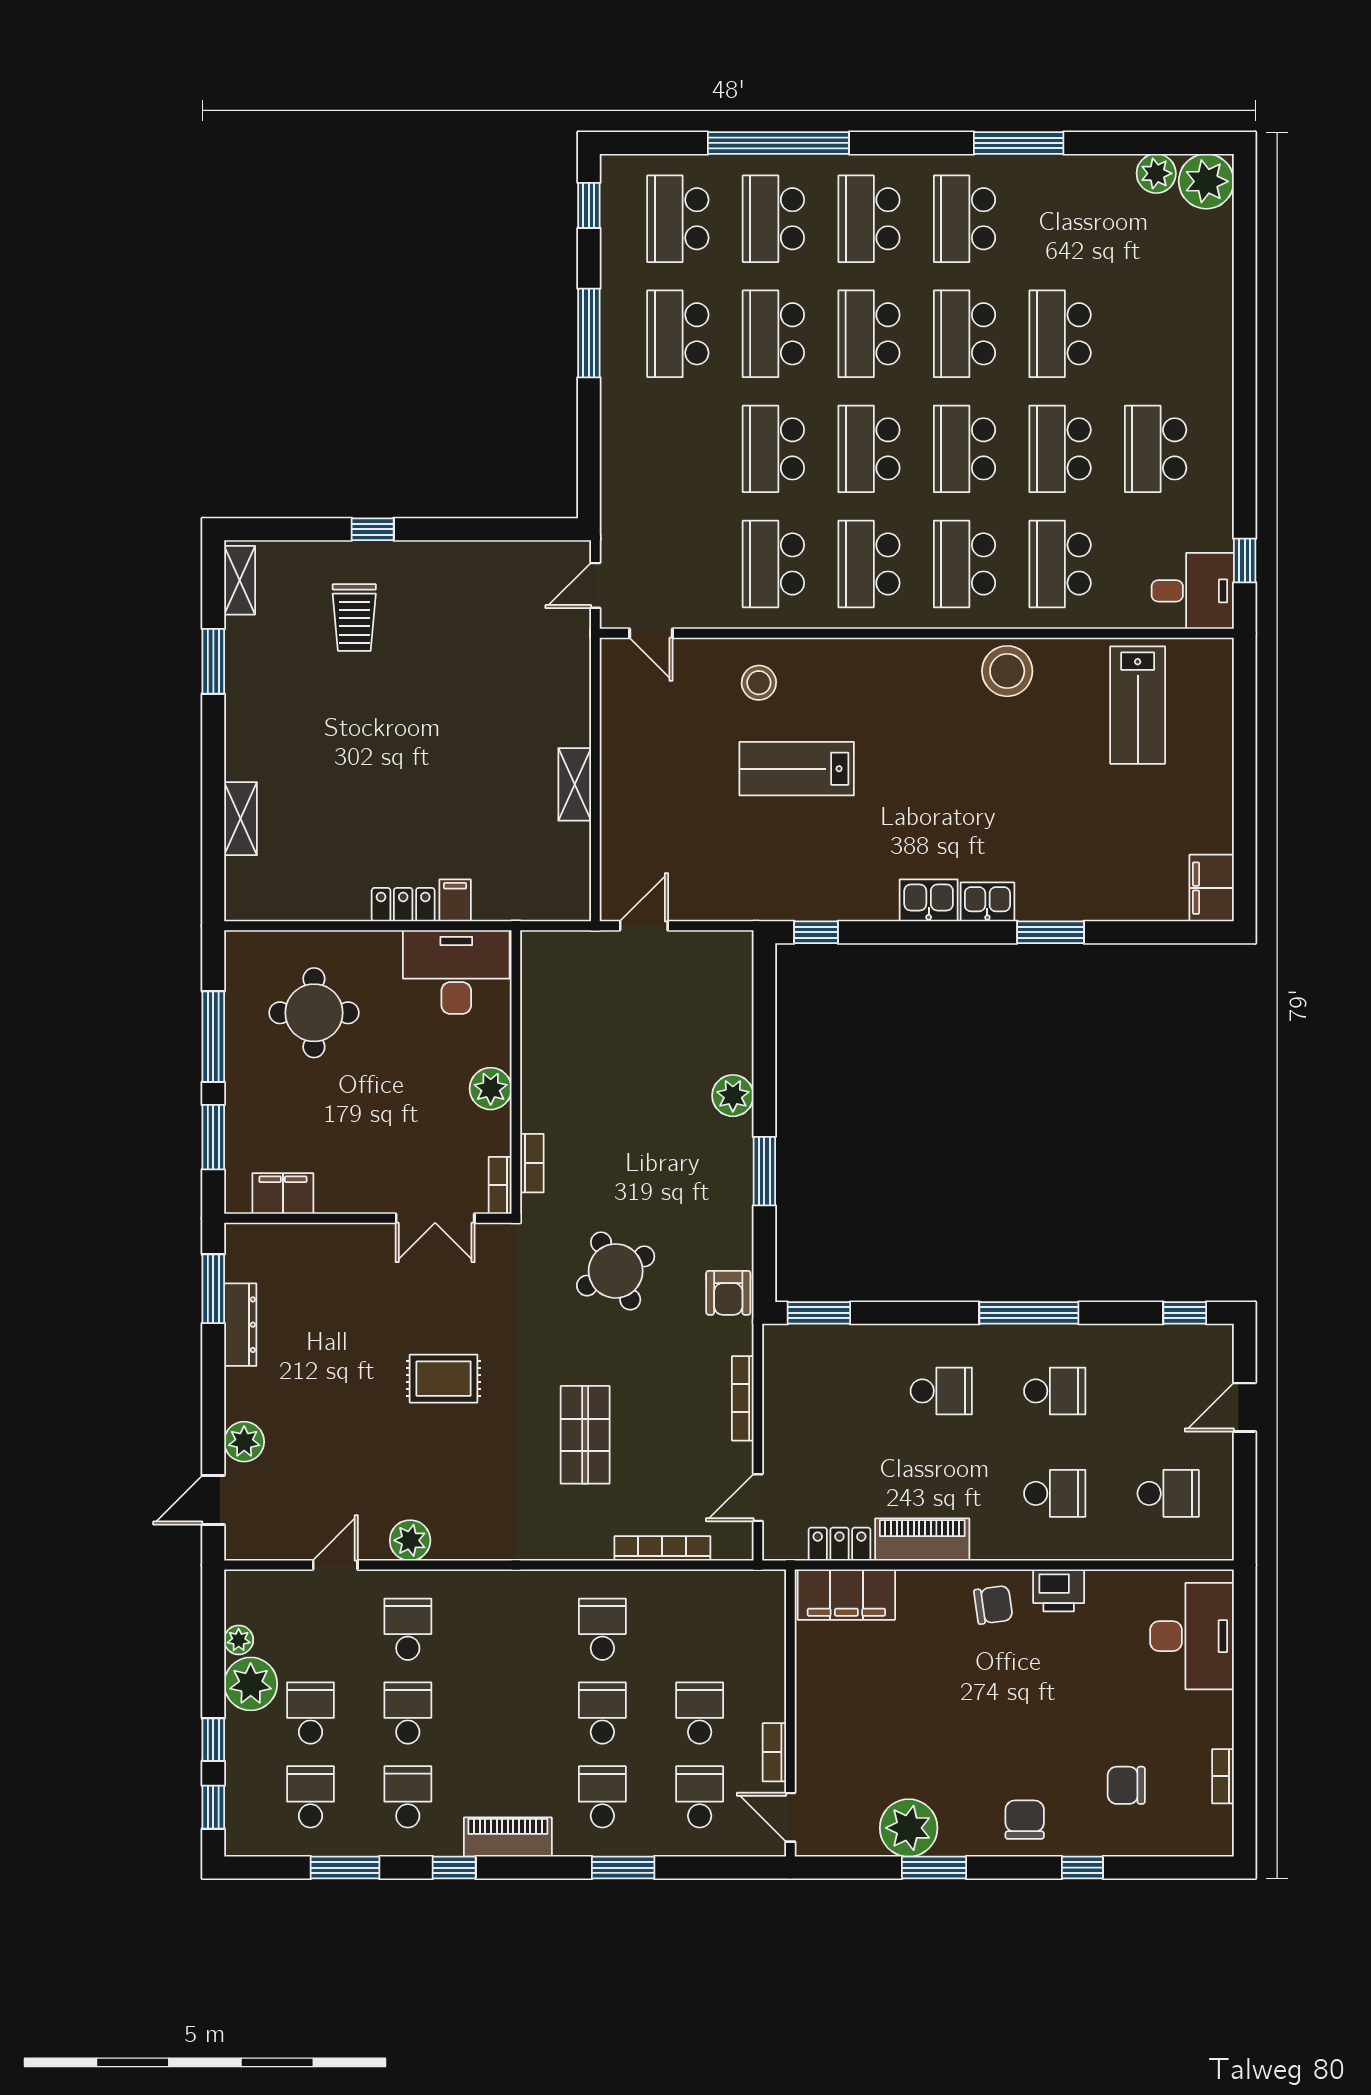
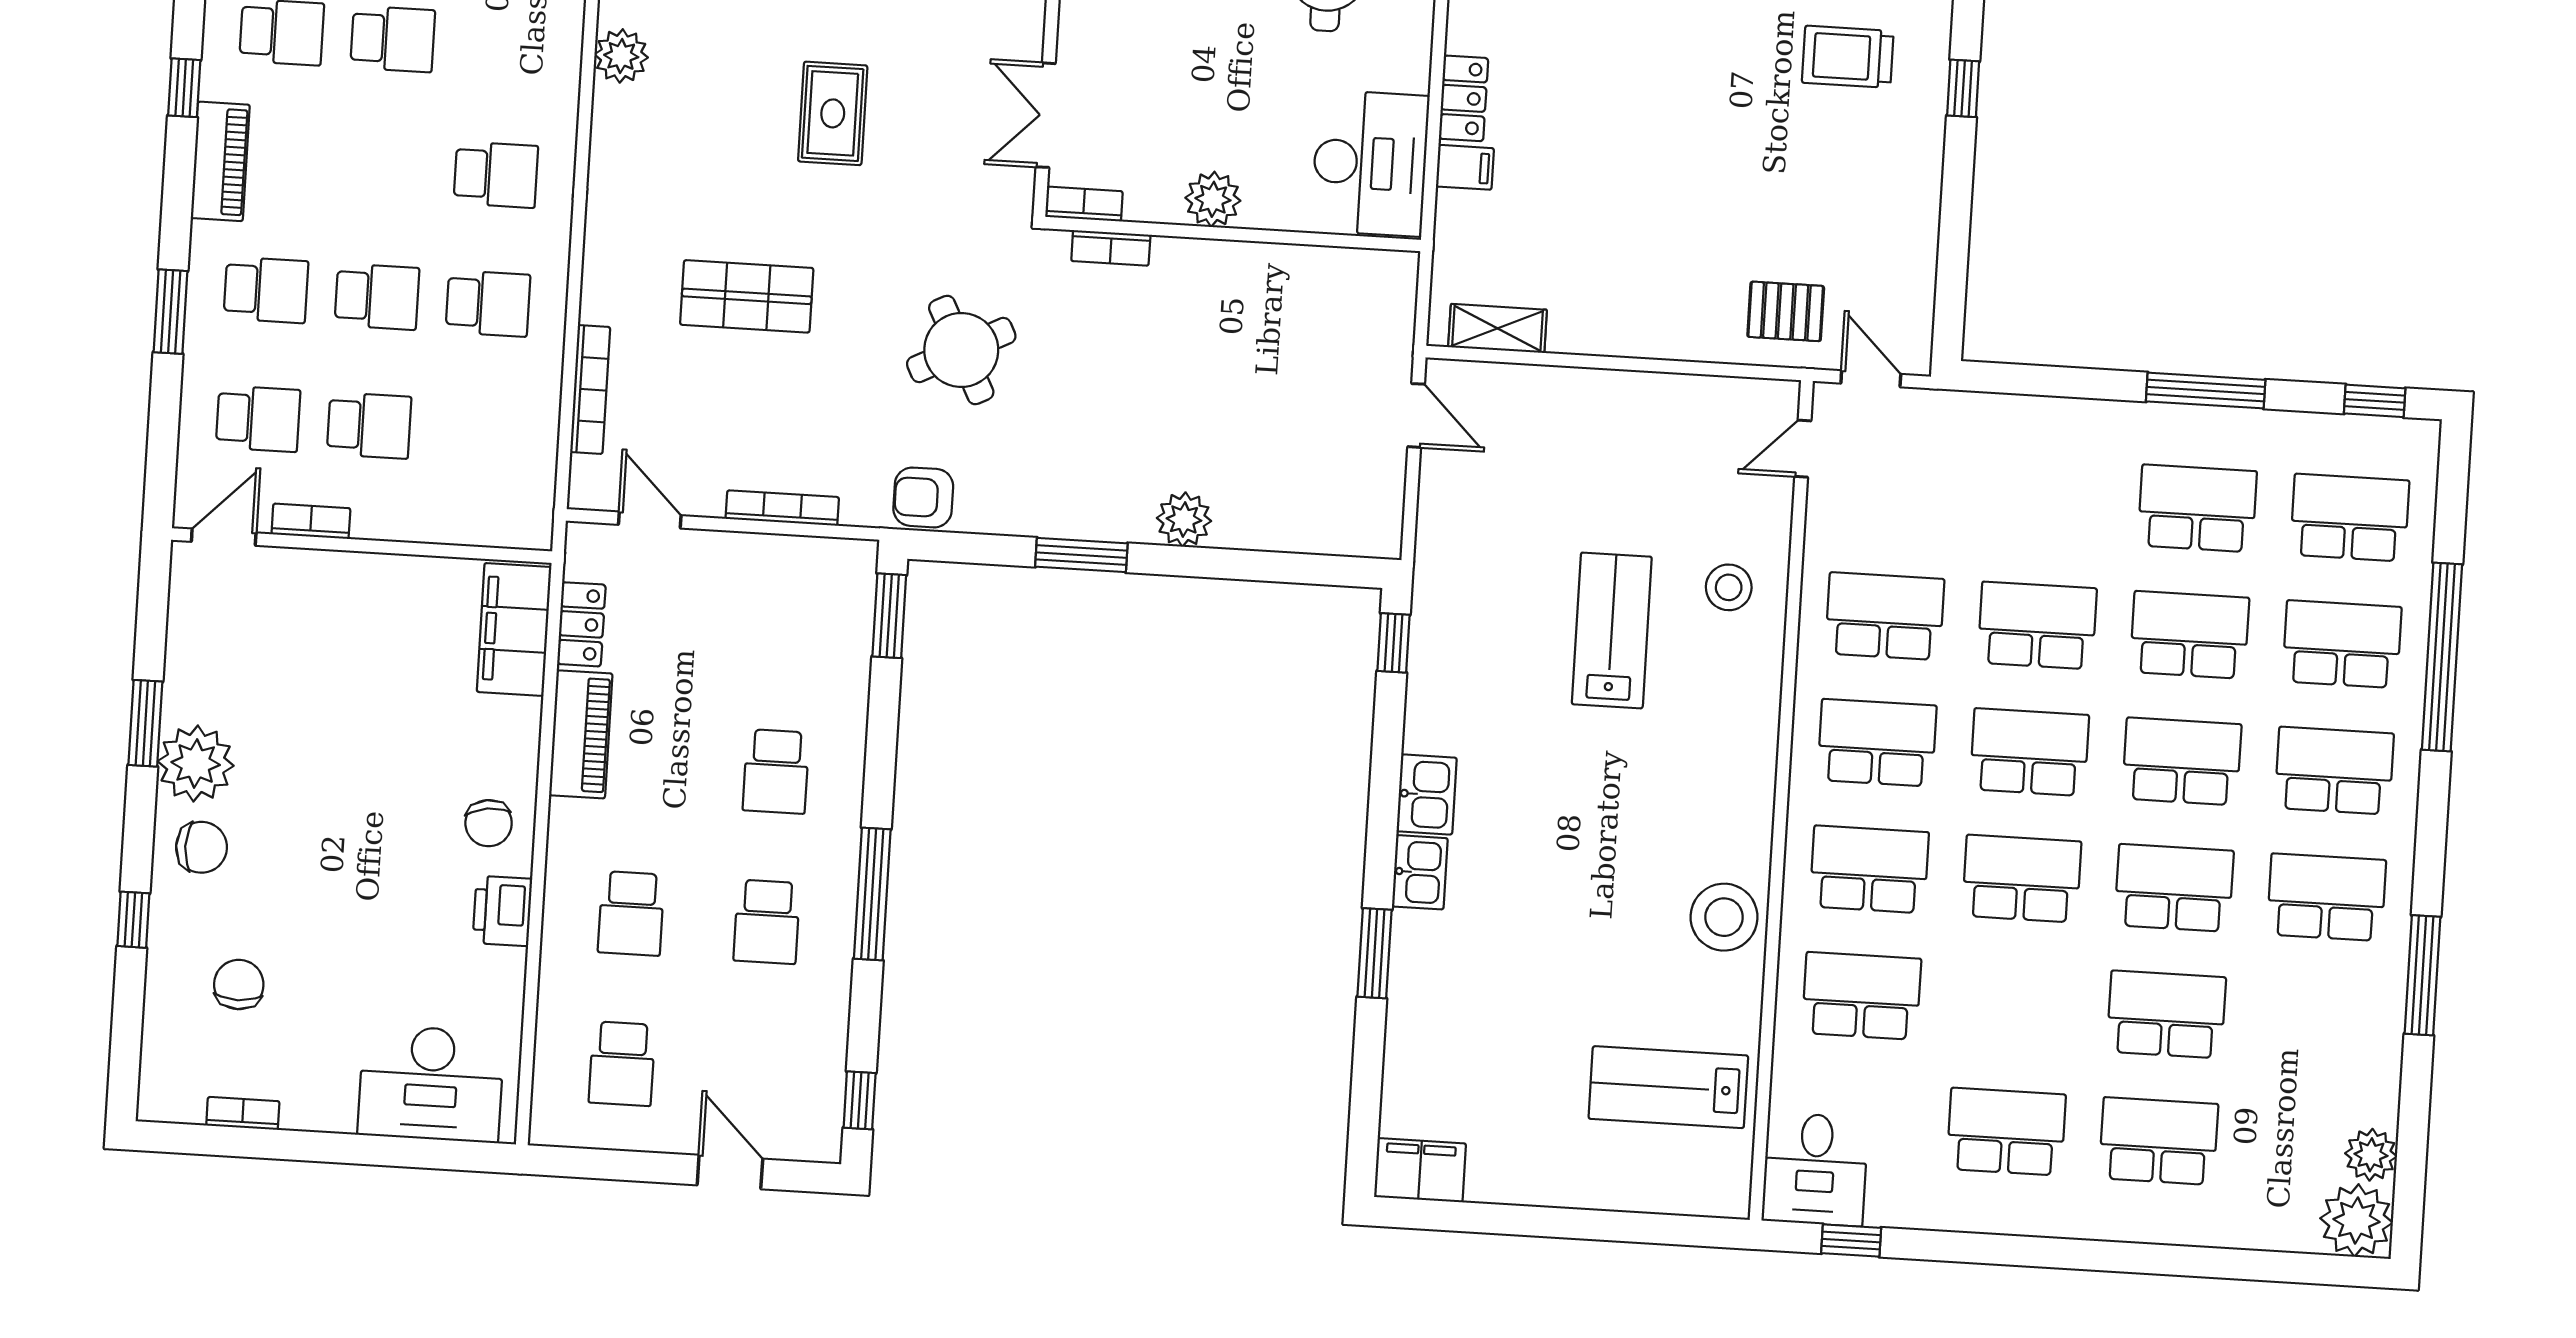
school desk: (1060, 449) -> (2159, 1141), moved
pallet: (549, 653) -> (1786, 311), added
shelving: (575, 784) -> (1498, 328), moved
school desk: (408, 1629) -> (496, 175), moved
plant: (909, 1828) -> (196, 764), moved

